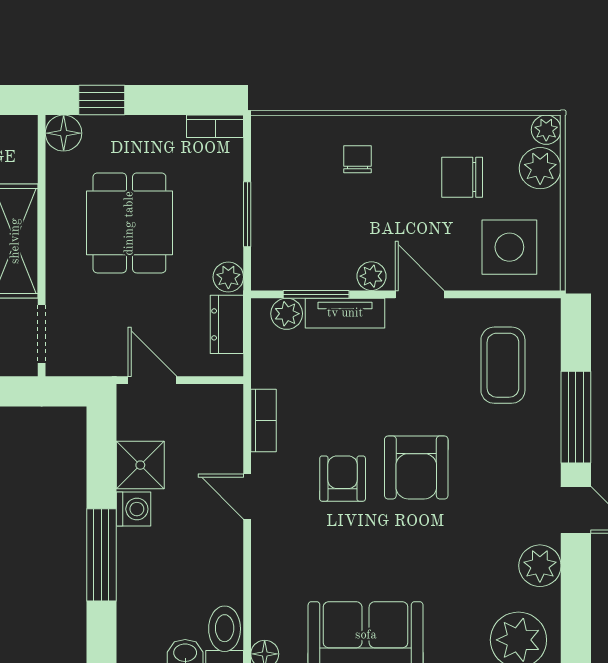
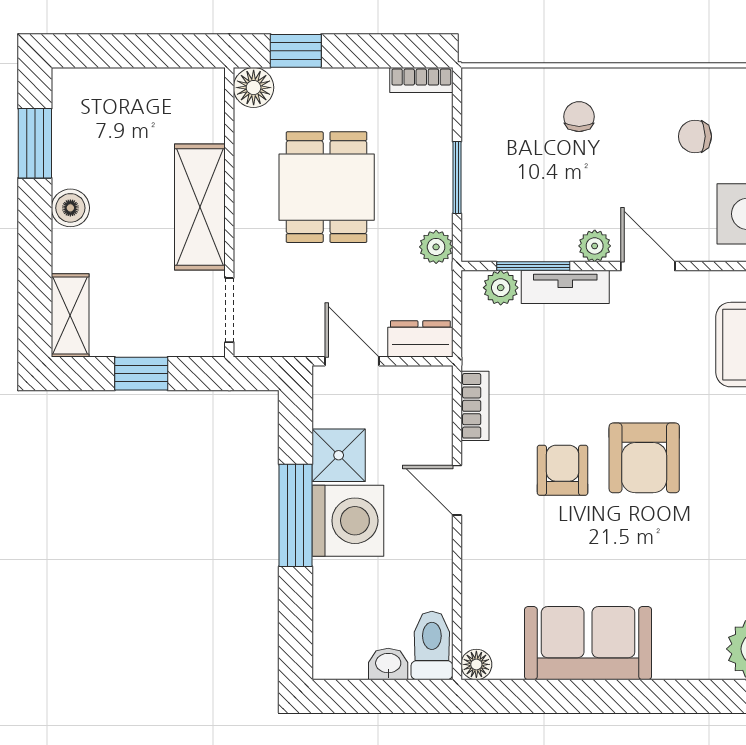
chair: (462, 177) -> (695, 136), width x0.73, depth x0.73
dresser: (227, 324) -> (420, 339), moved, turned 90
washing machine: (133, 509) -> (348, 521), width x1.89, depth x1.89
window: (101, 555) -> (296, 515), moved

